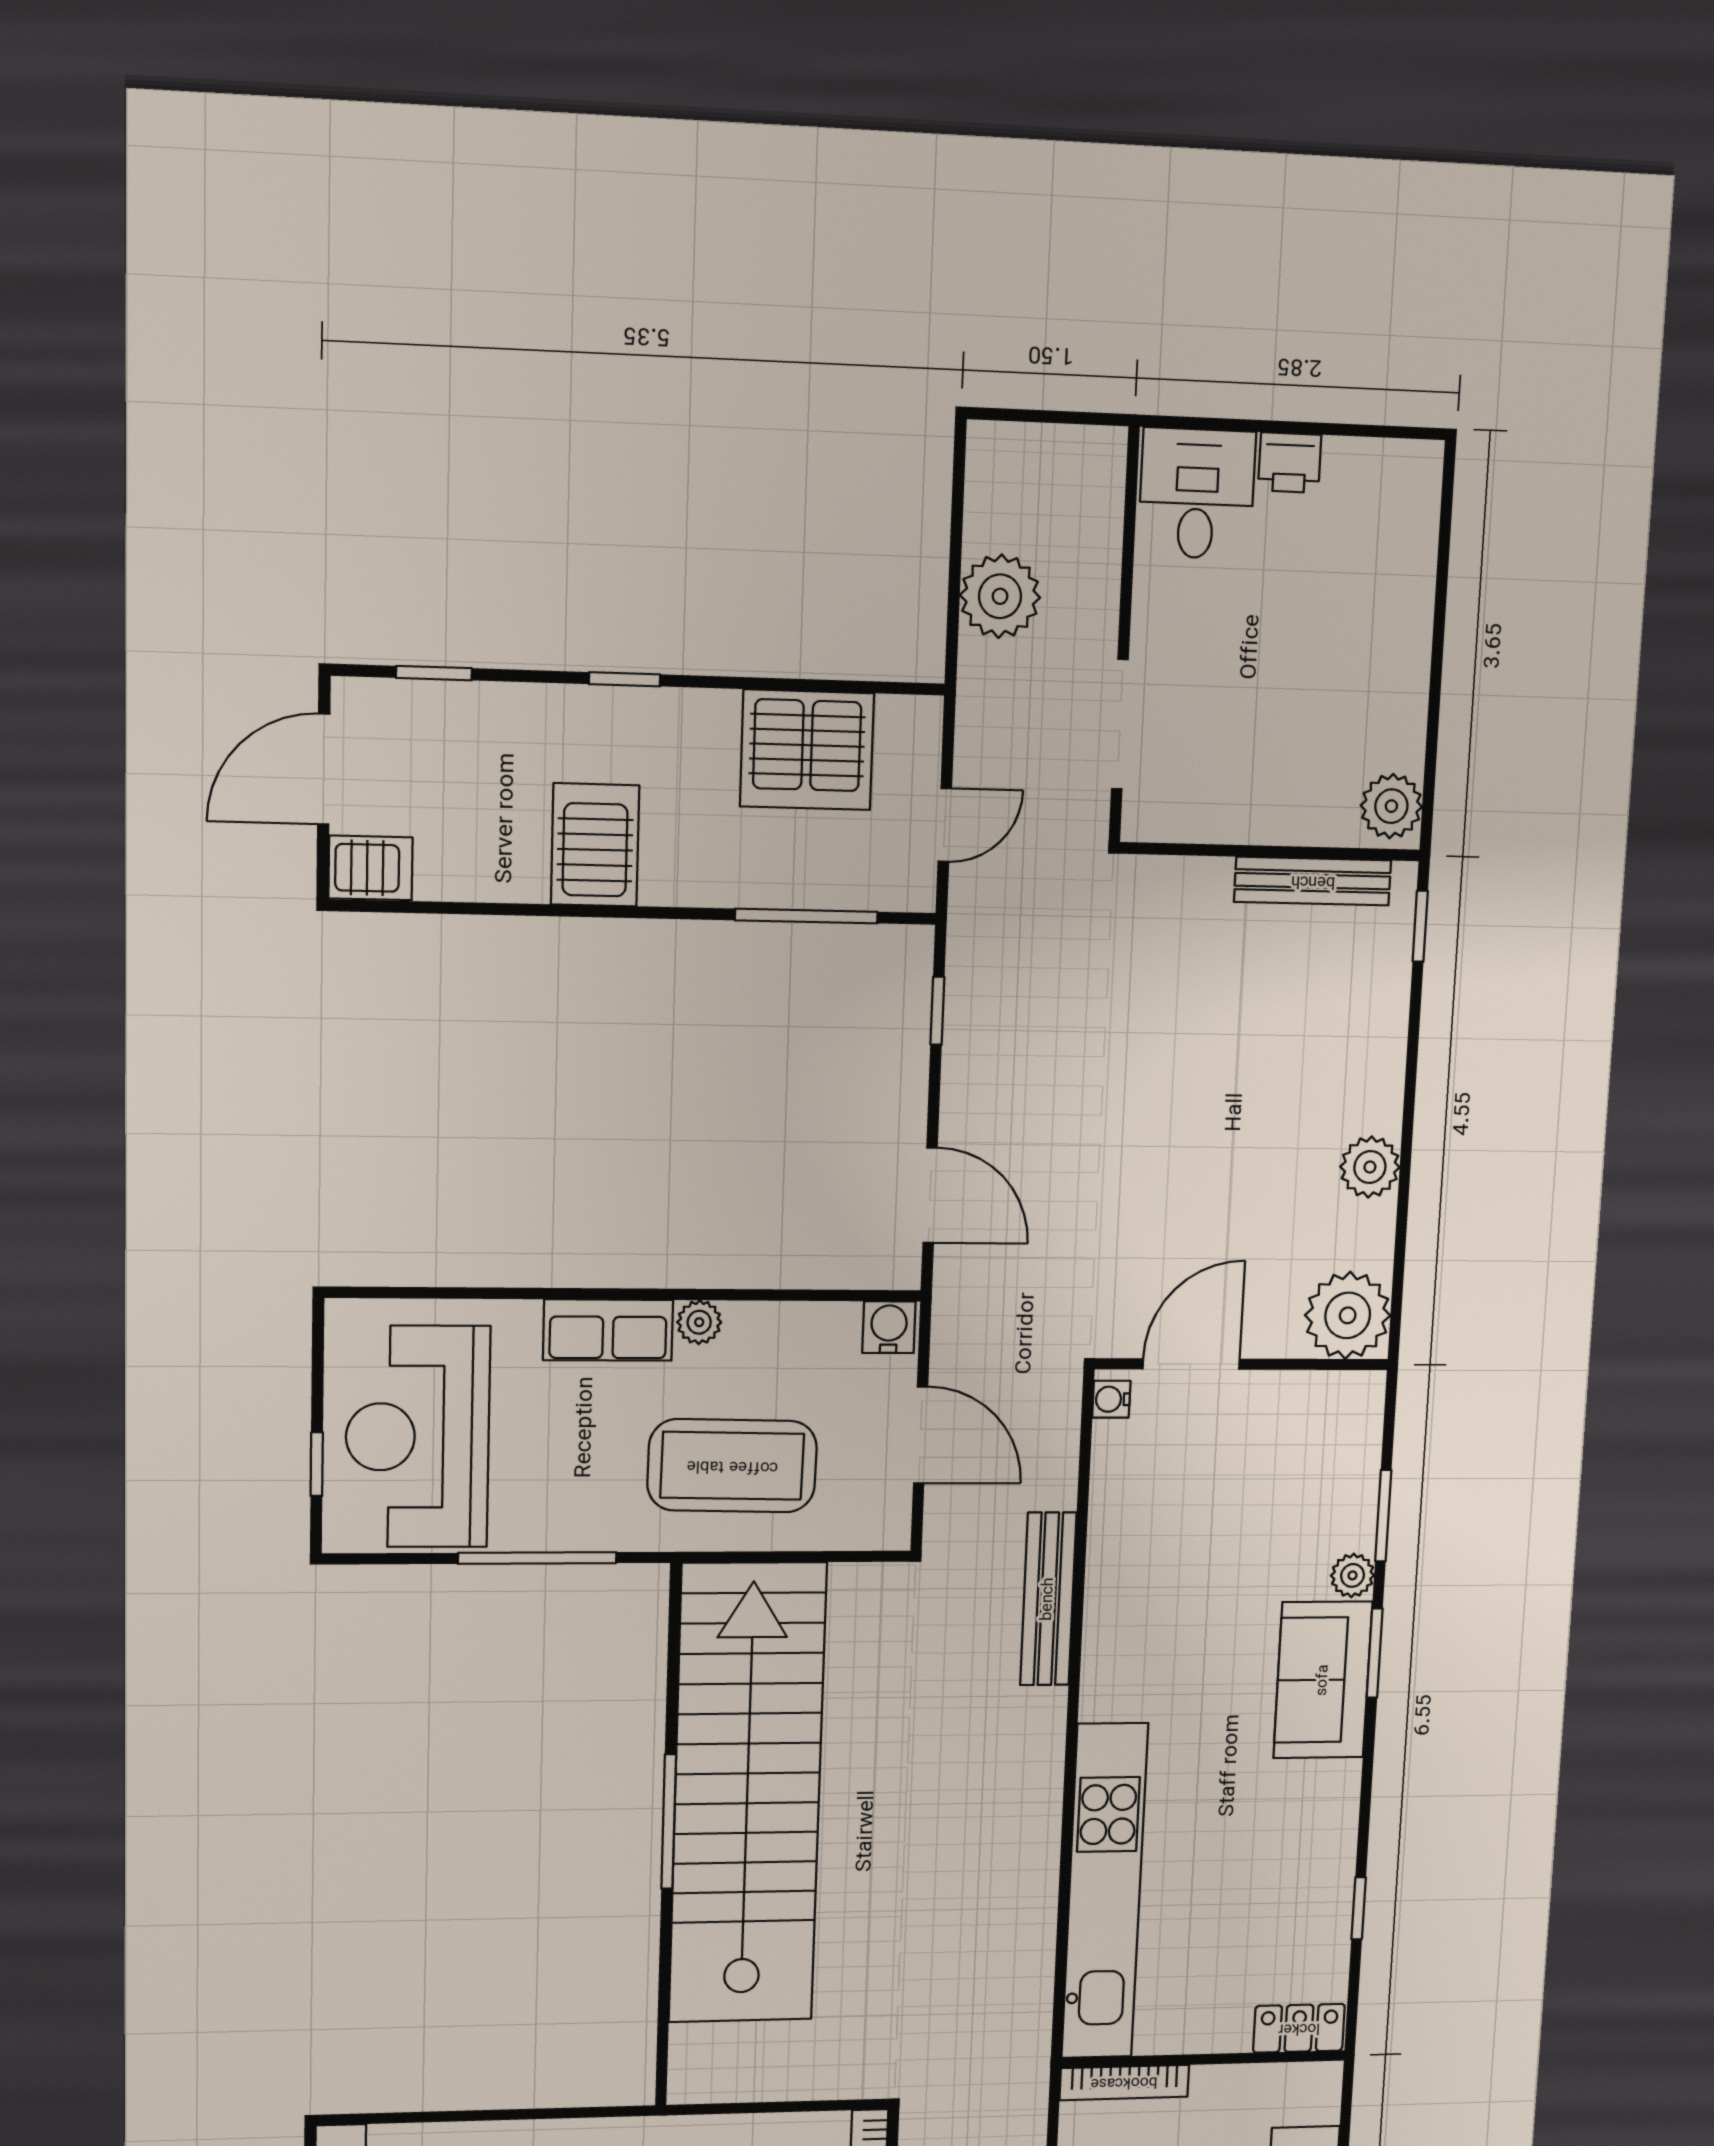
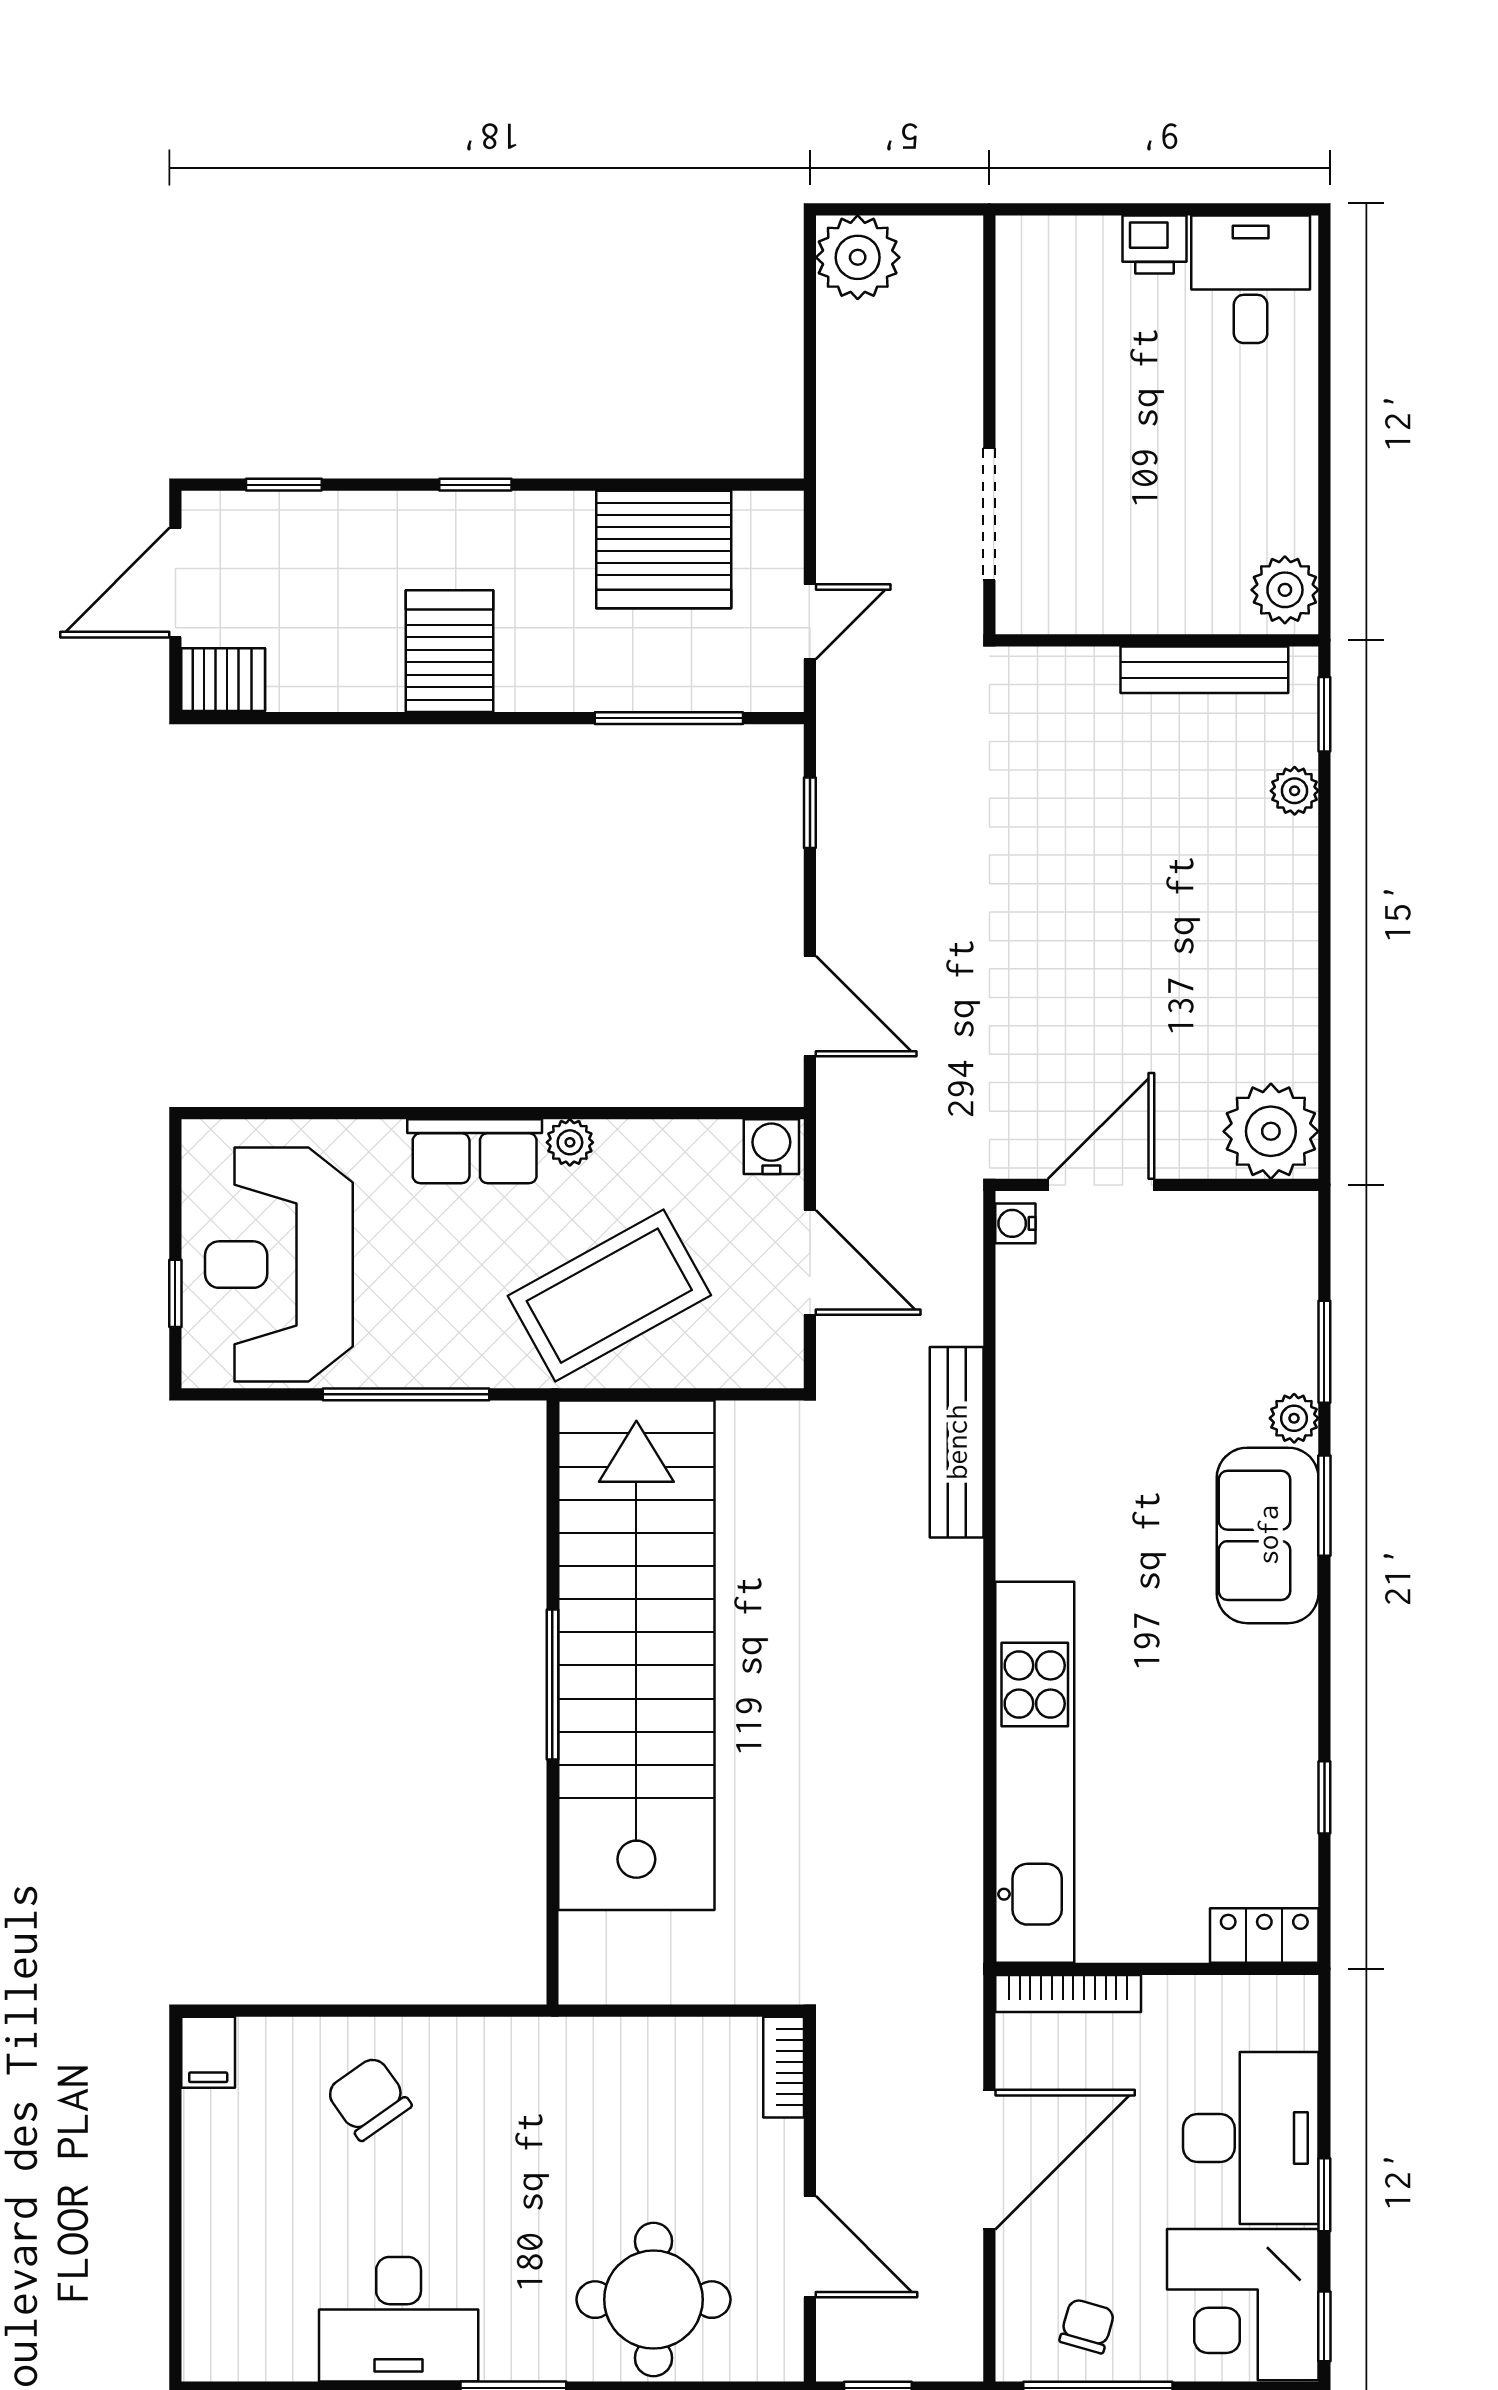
desk: (1197, 494) -> (1251, 279), moved
plant: (1000, 596) -> (858, 257), moved
plant: (1370, 1167) -> (1295, 791), moved, width x0.73, depth x0.73
coffee table: (732, 1466) -> (609, 1296), turned -30

